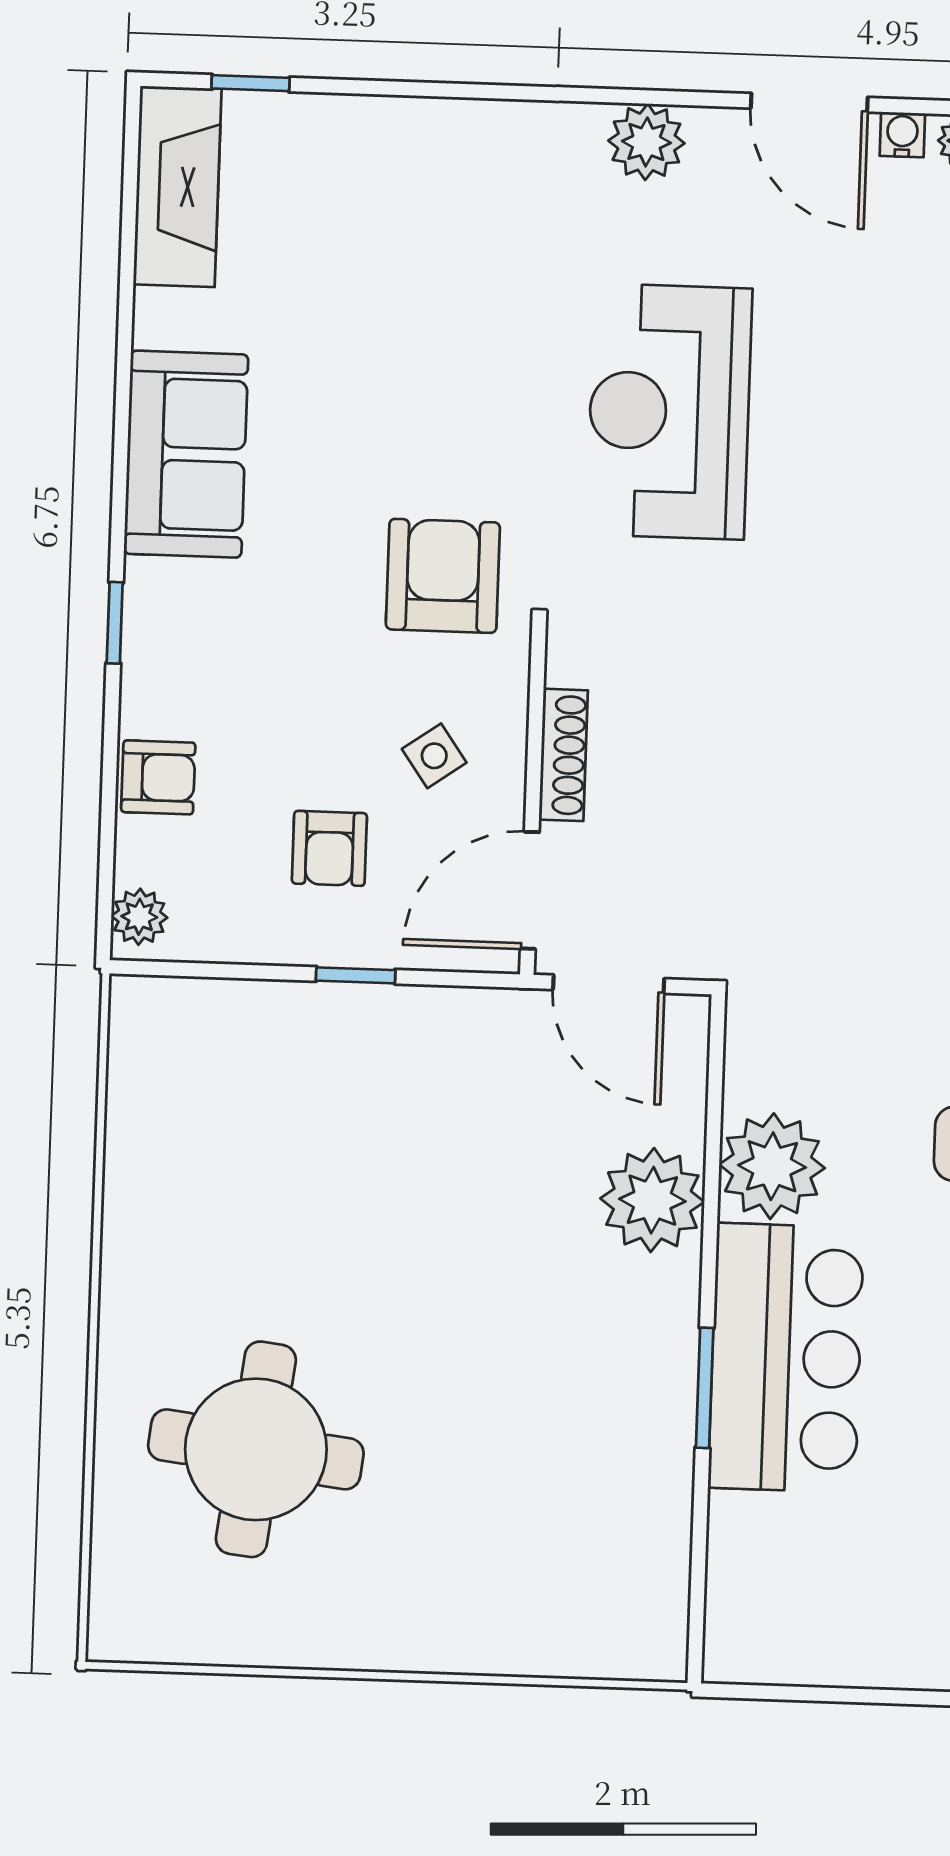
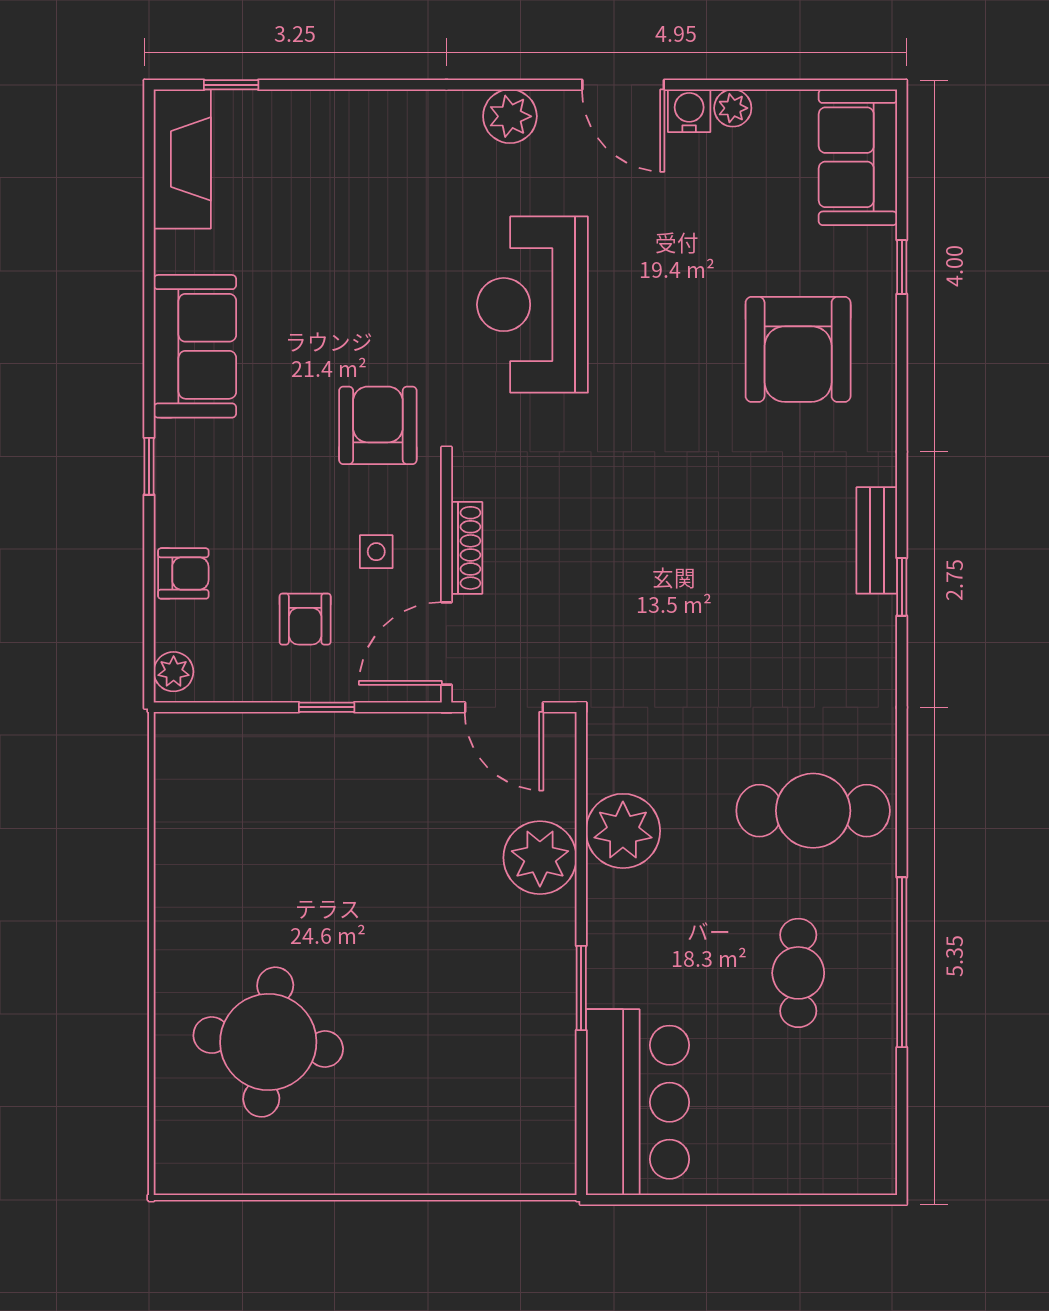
water cooler: (902, 135) -> (689, 111), width x1.38, depth x1.38
side table: (434, 756) -> (376, 552), turned 35
bar counter: (786, 1358) -> (637, 1102), moved

